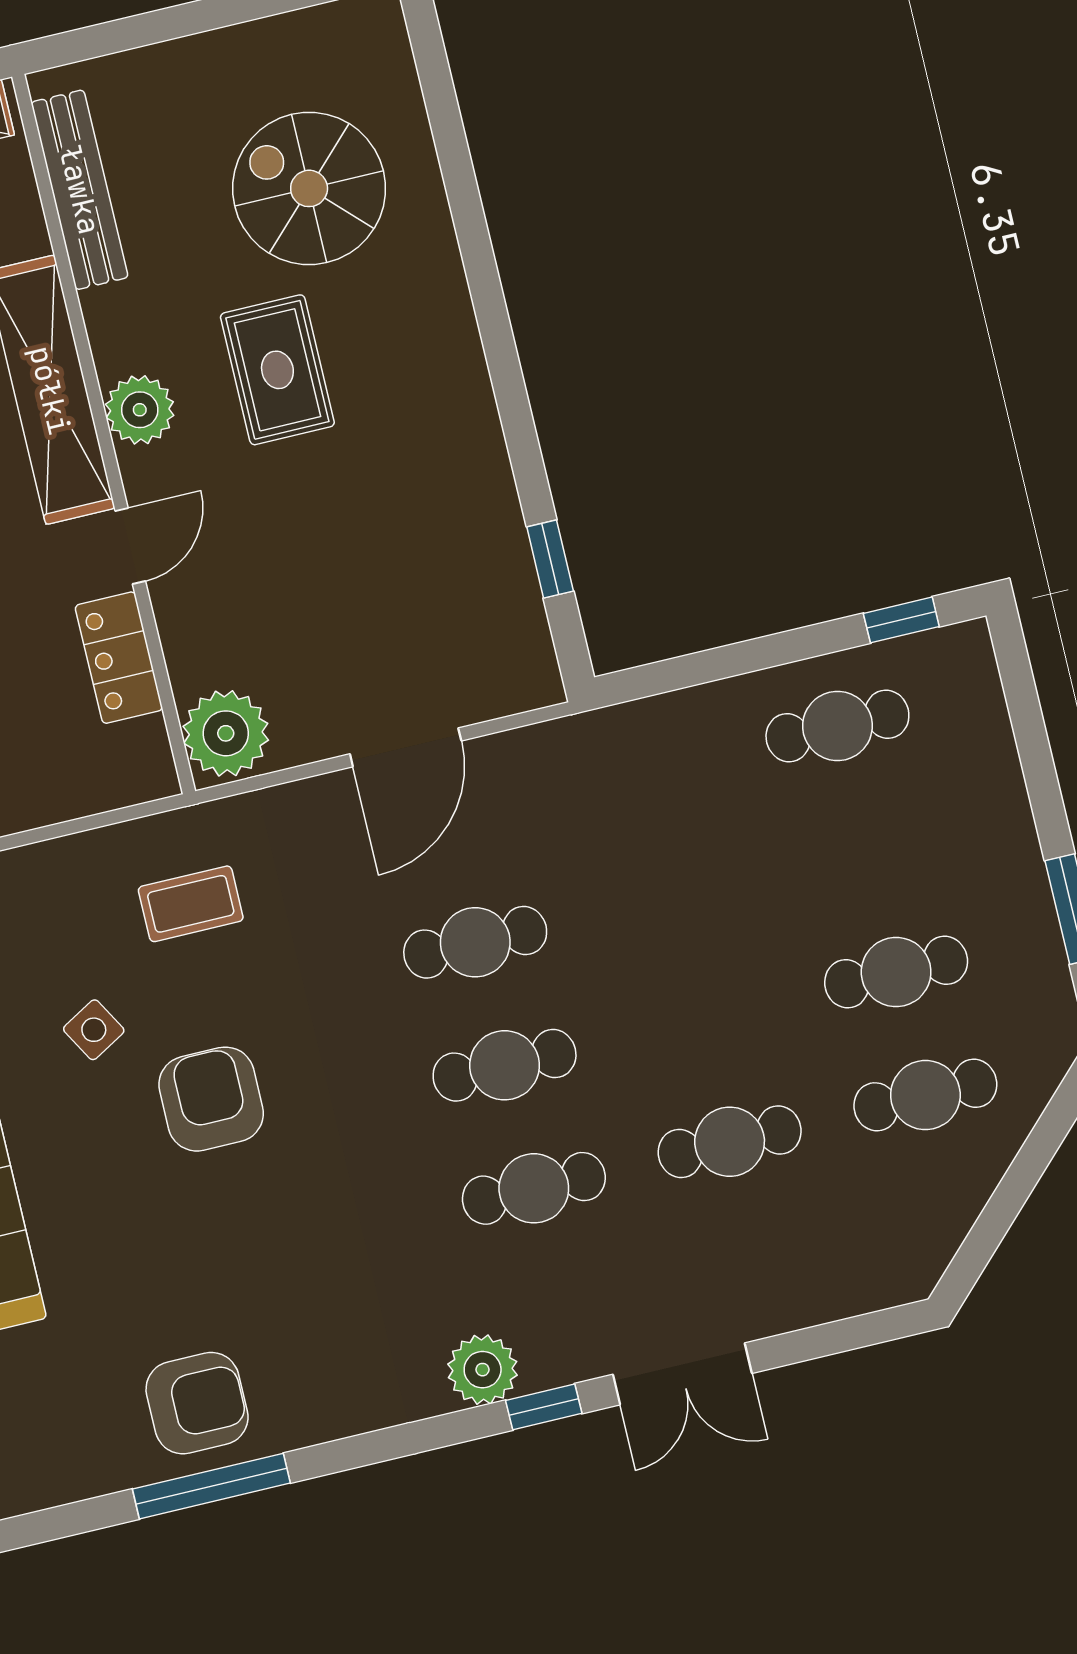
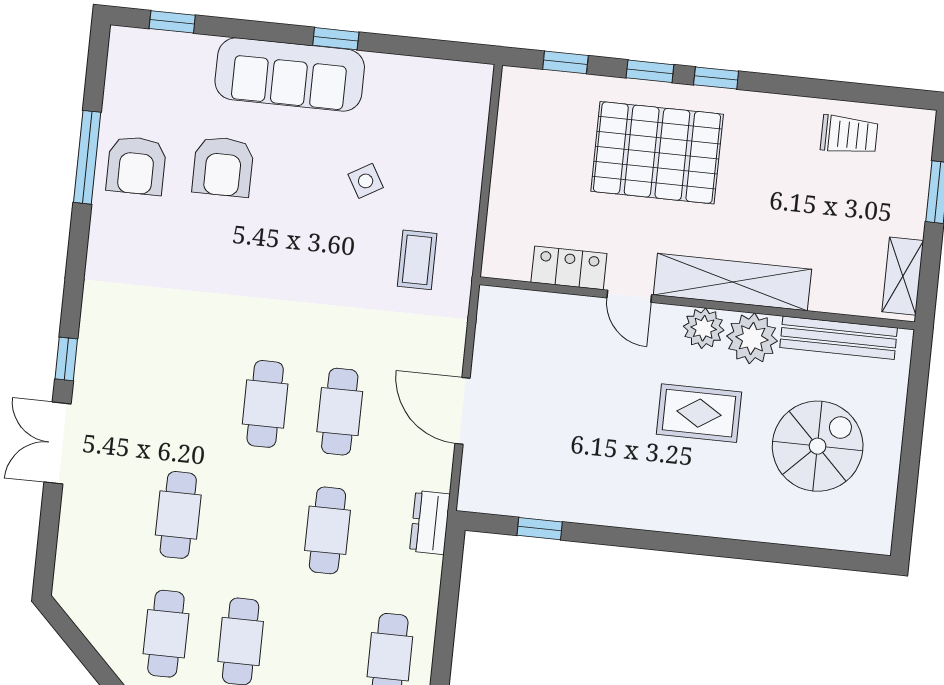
spiral stairs: (309, 188) -> (818, 446), moved
plant: (226, 733) -> (752, 338), moved
dresser: (601, 737) -> (430, 523), added
armchair: (211, 1099) -> (223, 167), moved, turned 90
cafe table: (534, 1188) -> (327, 530), moved
plant: (483, 1370) -> (99, 332), removed

